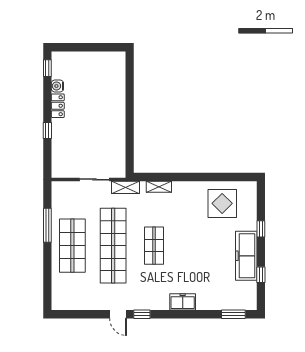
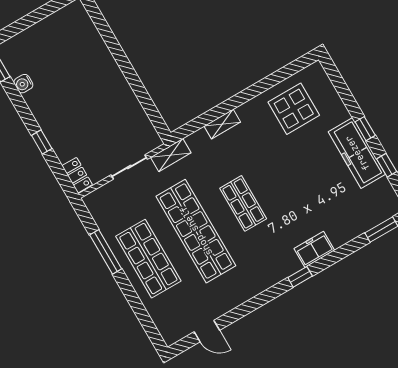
locker: (58, 106) -> (77, 175), moved
shelving: (159, 187) -> (222, 124), moved
window: (261, 229) -> (365, 129), moved
door: (118, 314) -> (207, 331), moved
window: (142, 314) -> (300, 277), moved

